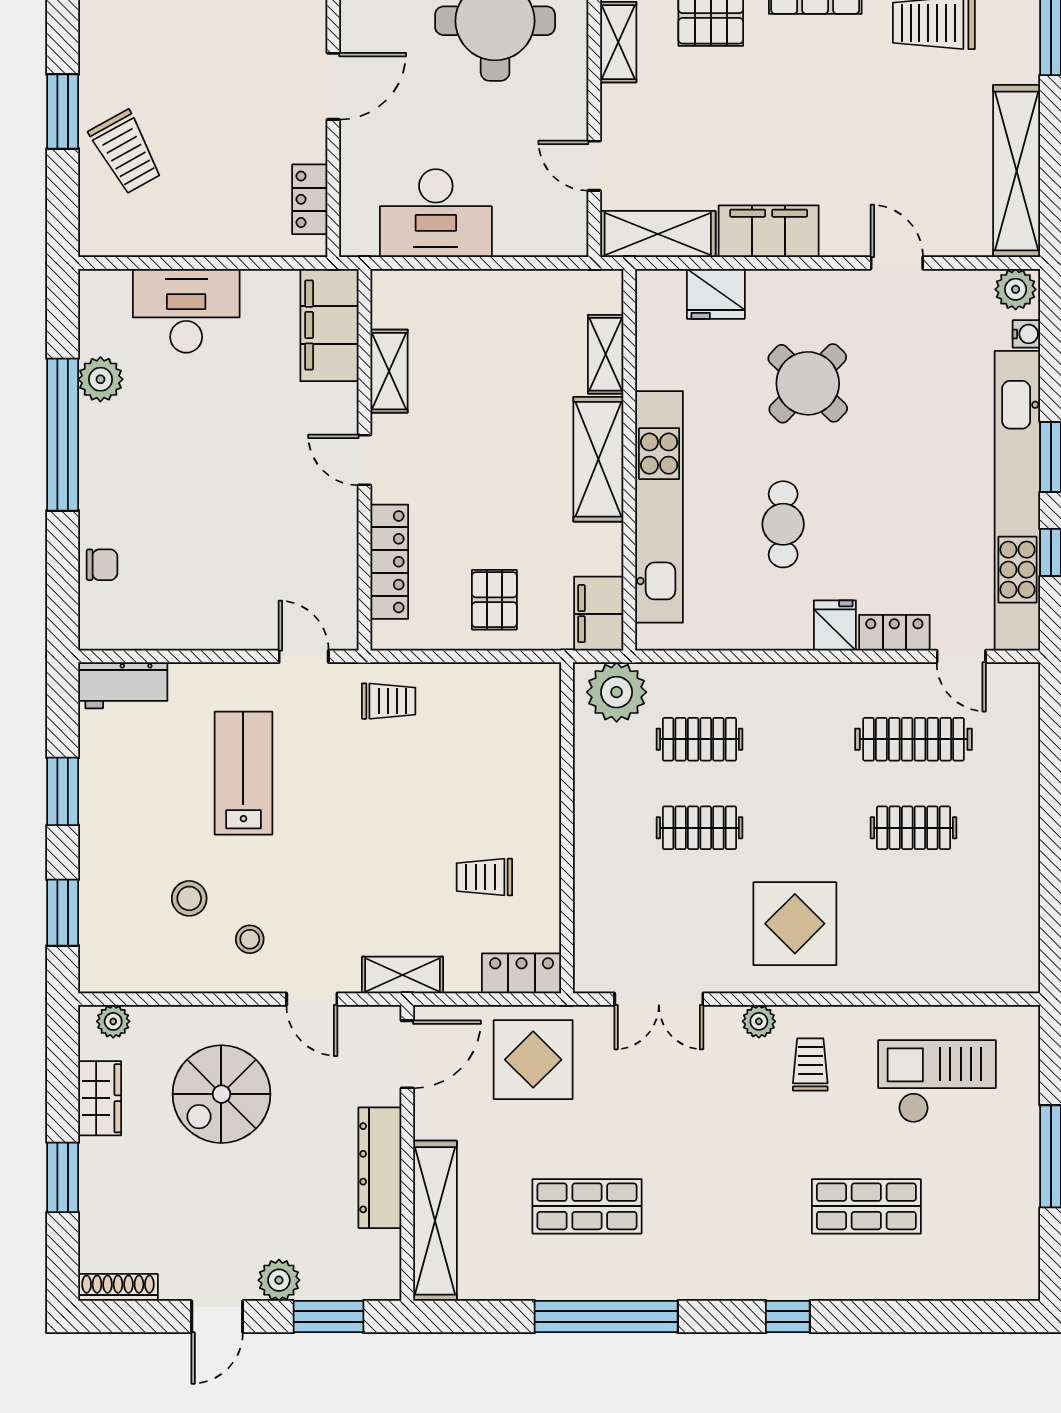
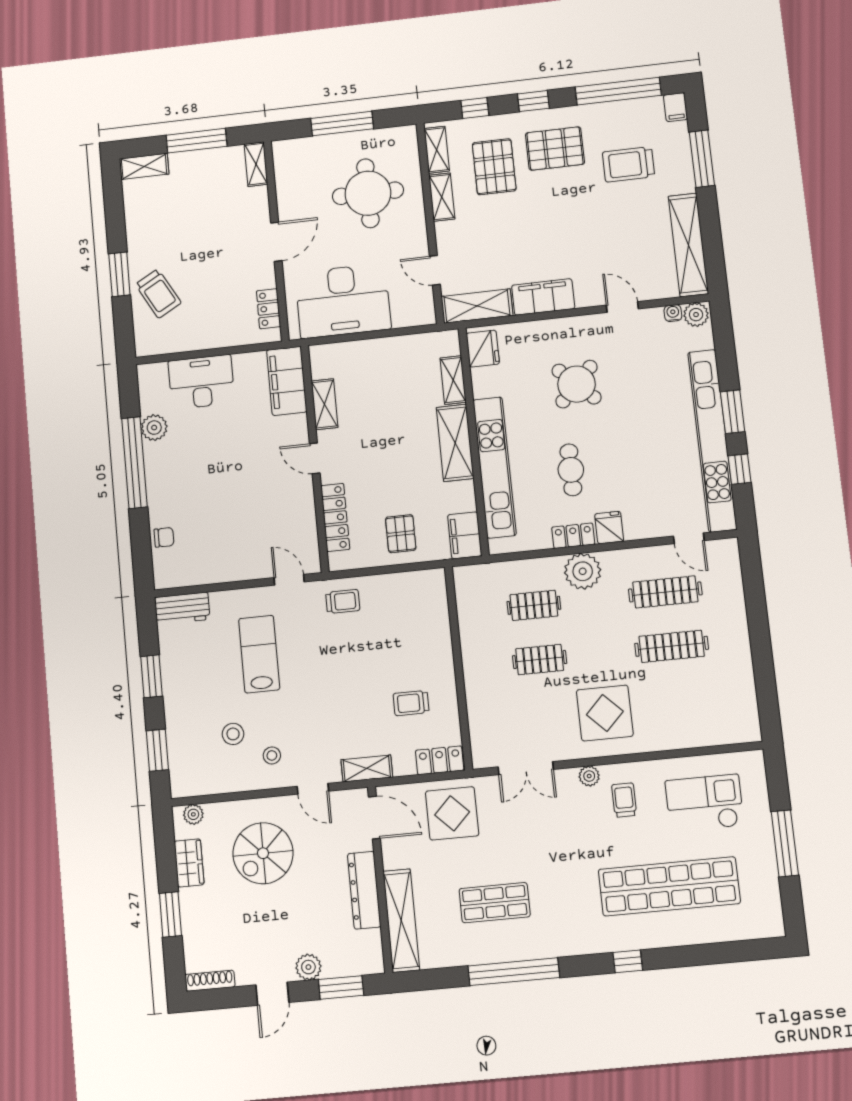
desk: (436, 213) -> (343, 301), width x1.36, depth x1.30
fridge: (716, 294) -> (483, 349), moved, turned -90
water cooler: (1026, 334) -> (673, 313), moved, turned -90
locker: (894, 633) -> (573, 536), moved
plant: (617, 692) -> (583, 571), moved
clothes rail: (914, 828) -> (672, 646), width x1.36
door: (407, 1054) -> (374, 818), hinge flipped
shop shelf: (866, 1206) -> (669, 886), width x2.00, depth x1.36

